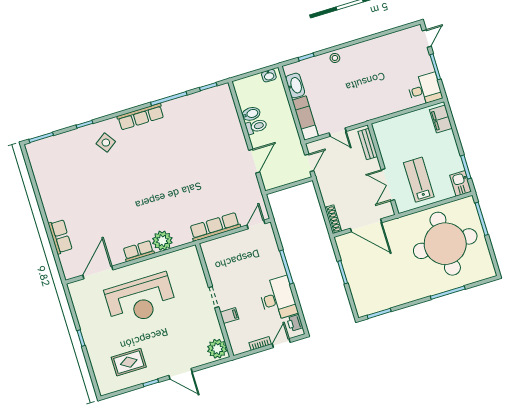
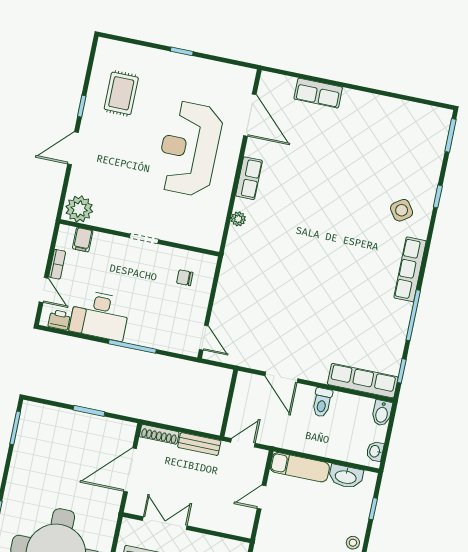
bidet: (251, 114) -> (382, 413), moved
bench: (368, 144) -> (199, 444), moved
door: (309, 163) -> (243, 443), swing flipped
row of seats: (215, 227) -> (363, 381), moved, turned -90
plant: (162, 241) -> (238, 219), width x0.53, depth x0.53
chair: (224, 257) -> (185, 278), added
filing cabinet: (229, 316) -> (83, 240), moved

